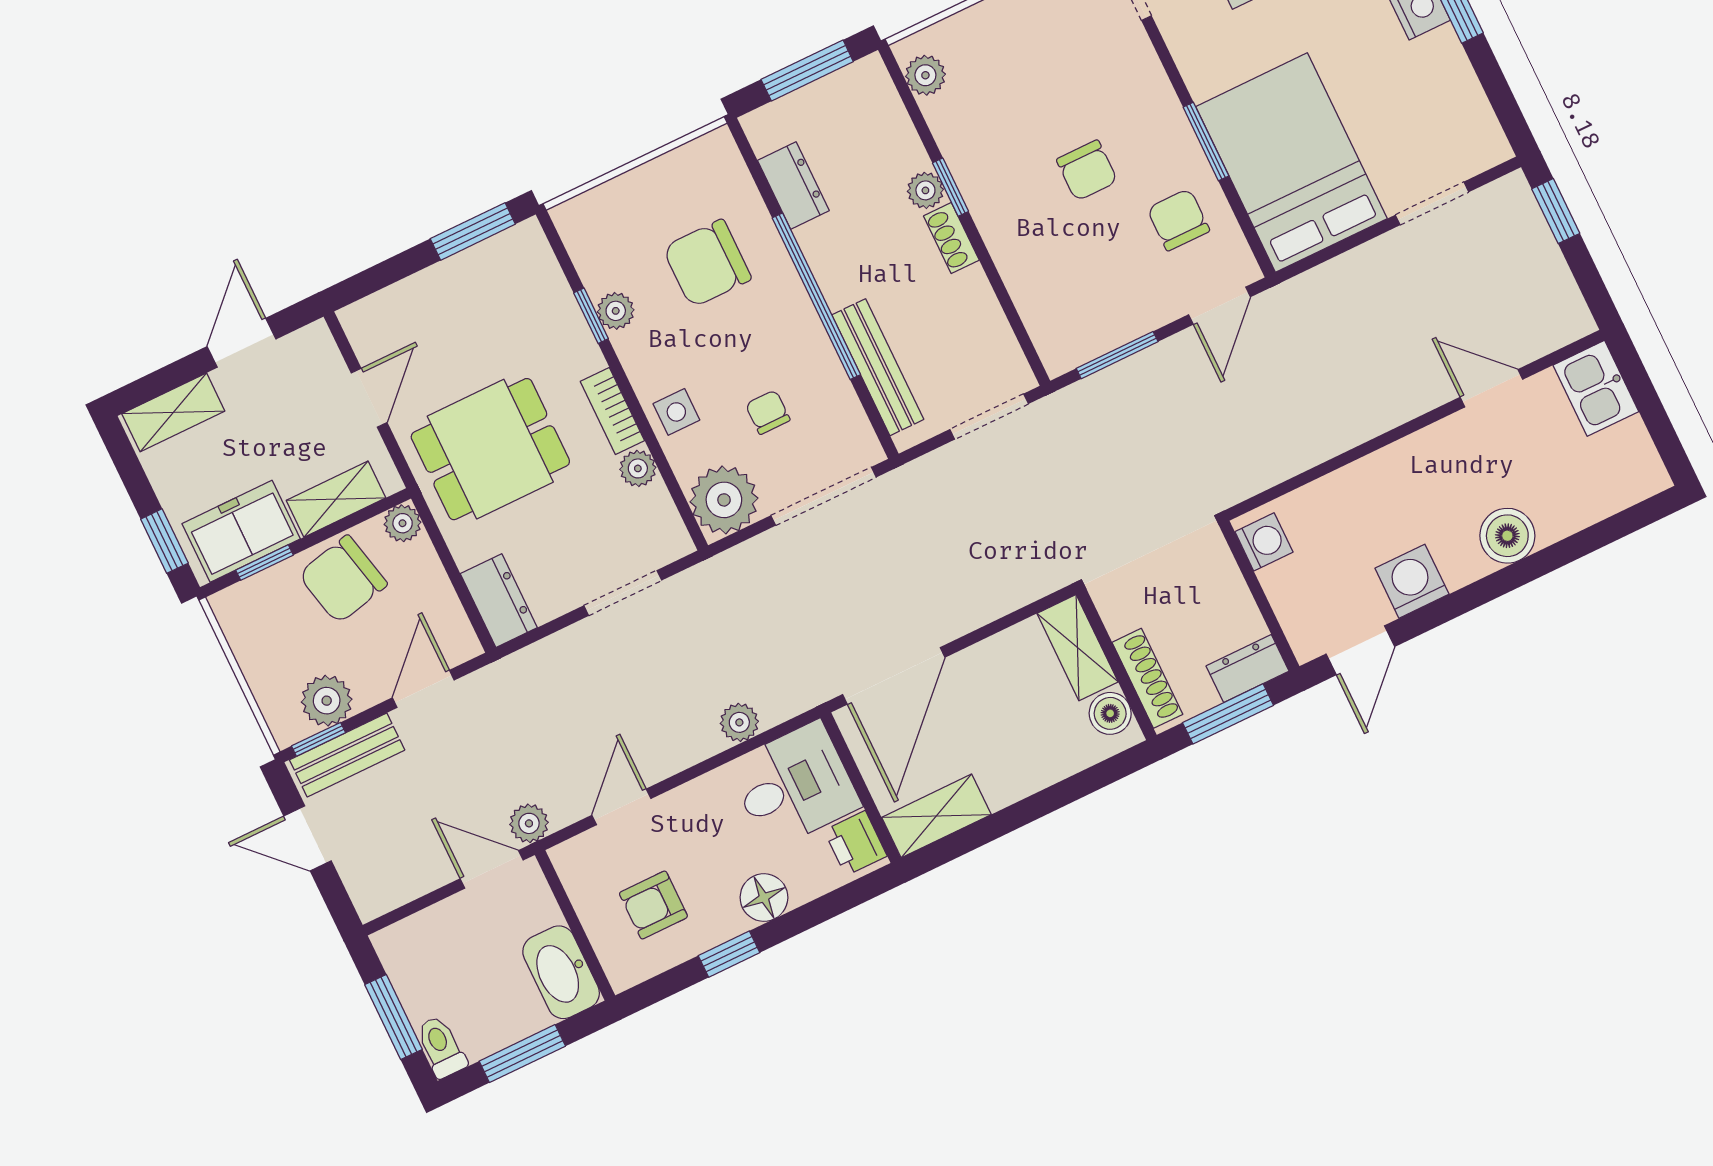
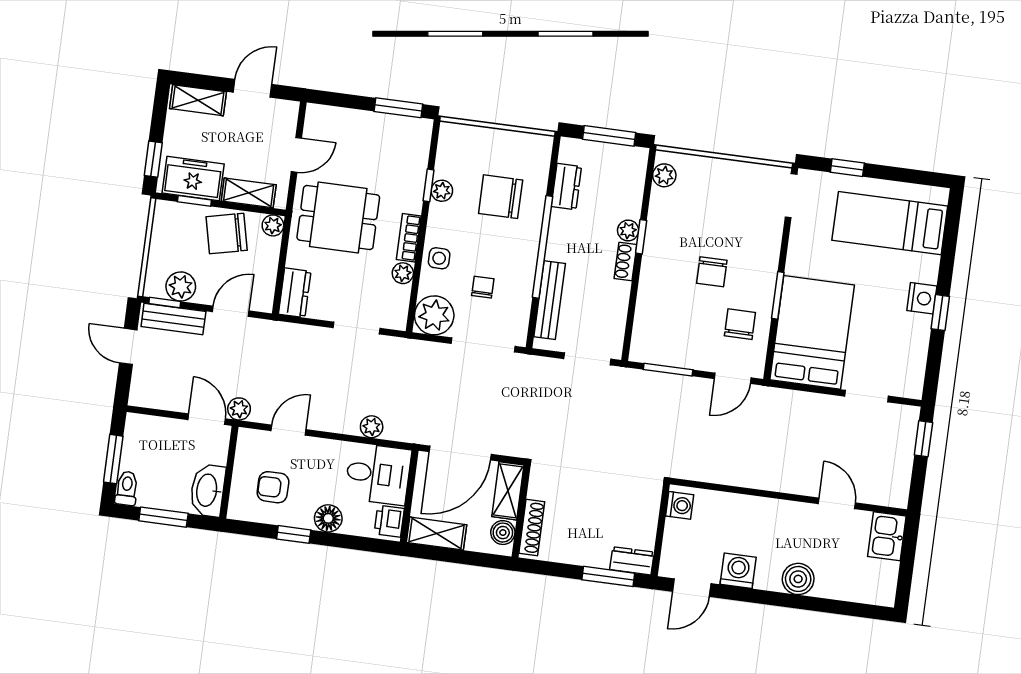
shelving: (1078, 648) -> (508, 491), moved
wall: (1116, 665) -> (521, 511), moved
shoe rack: (1147, 678) -> (532, 527), moved
boiler: (1110, 713) -> (503, 533), moved

